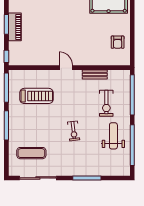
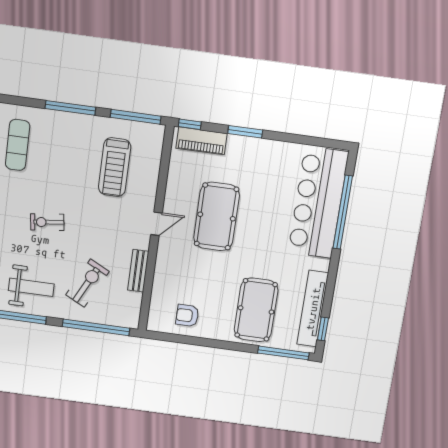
piano: (15, 27) -> (202, 141), moved
pool table: (57, 34) -> (217, 217), added
exercise bike: (106, 103) -> (87, 283), turned 117

